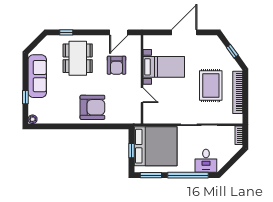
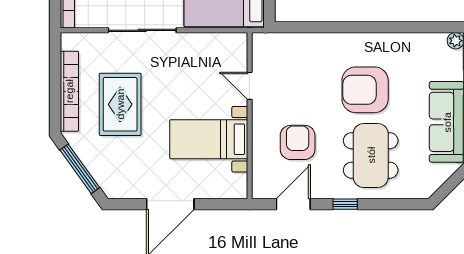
window: (66, 32) -> (345, 204), moved
window: (232, 51) -> (80, 169), width x2.17
armchair: (92, 107) -> (365, 90), moved

